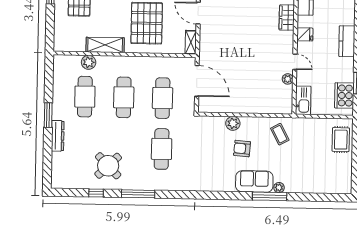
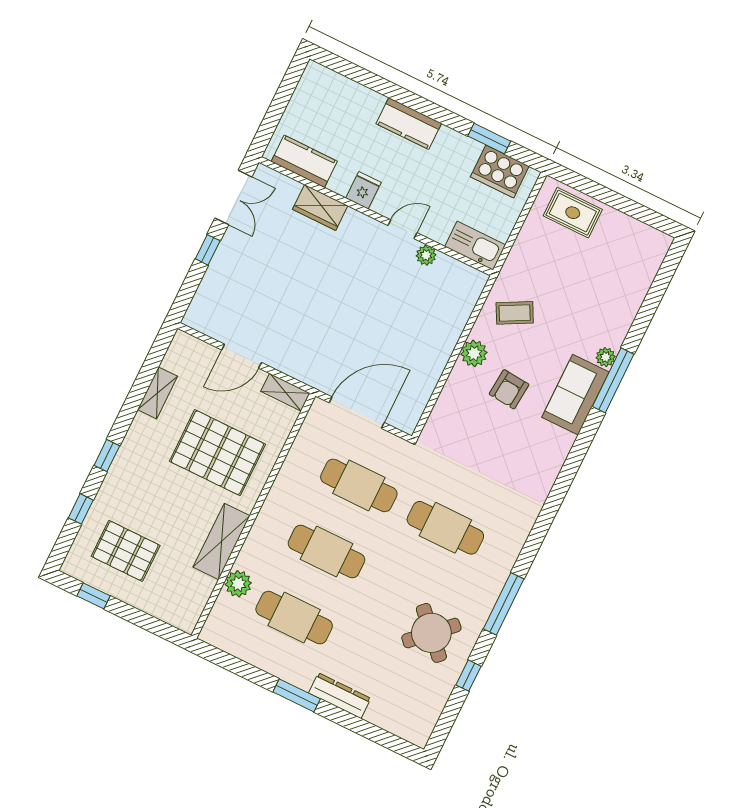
plant: (233, 123) -> (474, 353), moved

